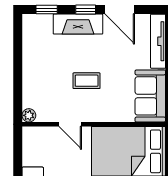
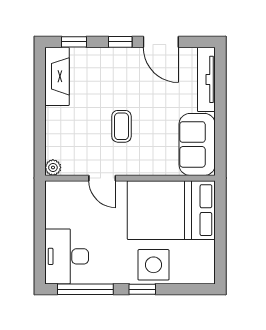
fireplace: (78, 24) -> (57, 76), moved, turned -90
coffee table: (87, 81) -> (121, 126), turned 90

